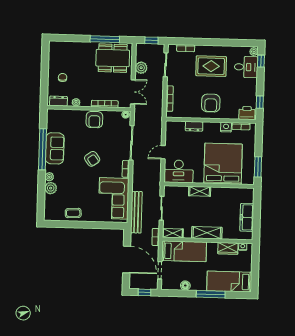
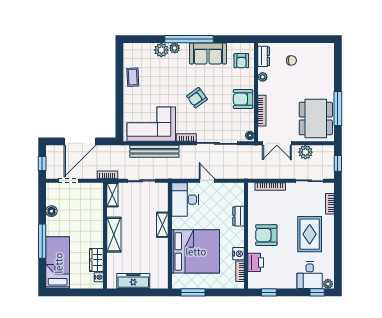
printer: (247, 113) -> (256, 262), moved
armchair: (62, 120) -> (241, 61), added
window: (42, 149) -> (189, 39), moved
bench: (136, 212) -> (154, 151), moved
bed: (184, 251) -> (92, 209), removed

